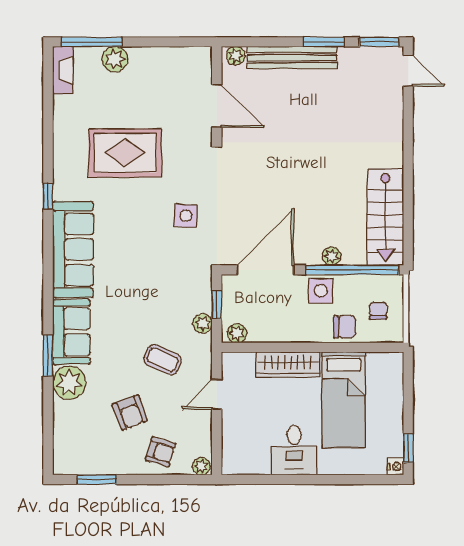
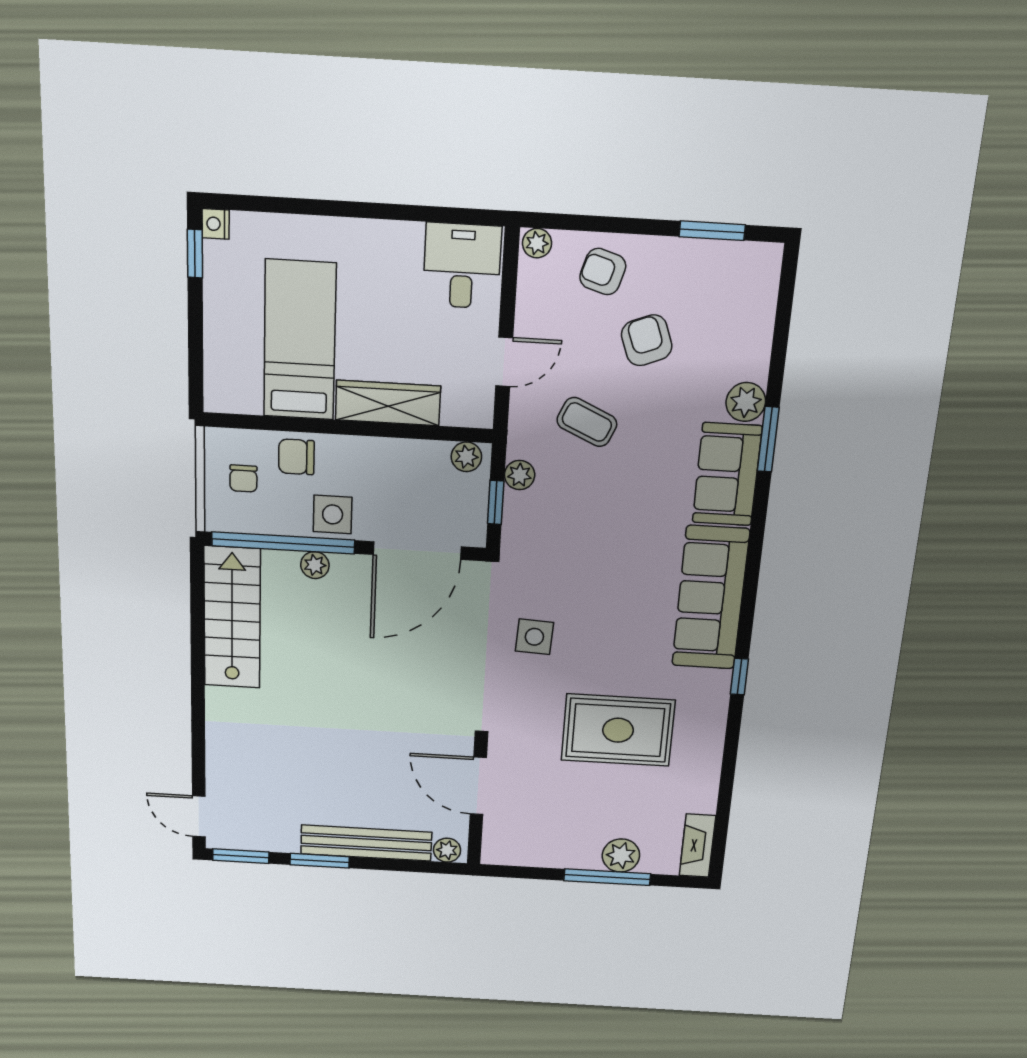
window: (92, 42) -> (607, 877), moved
plant: (69, 383) -> (746, 402), width x0.73, depth x0.73
desk: (294, 450) -> (462, 266), moved

